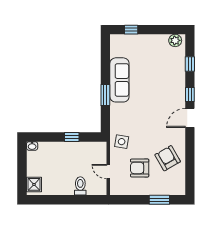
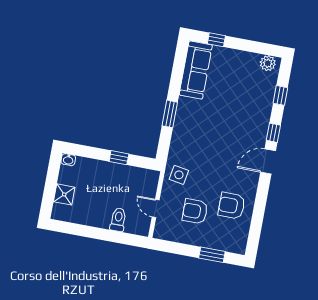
sofa: (119, 80) -> (196, 70), moved
armchair: (168, 158) -> (232, 206), turned -60
shower: (34, 184) -> (64, 194), moved

